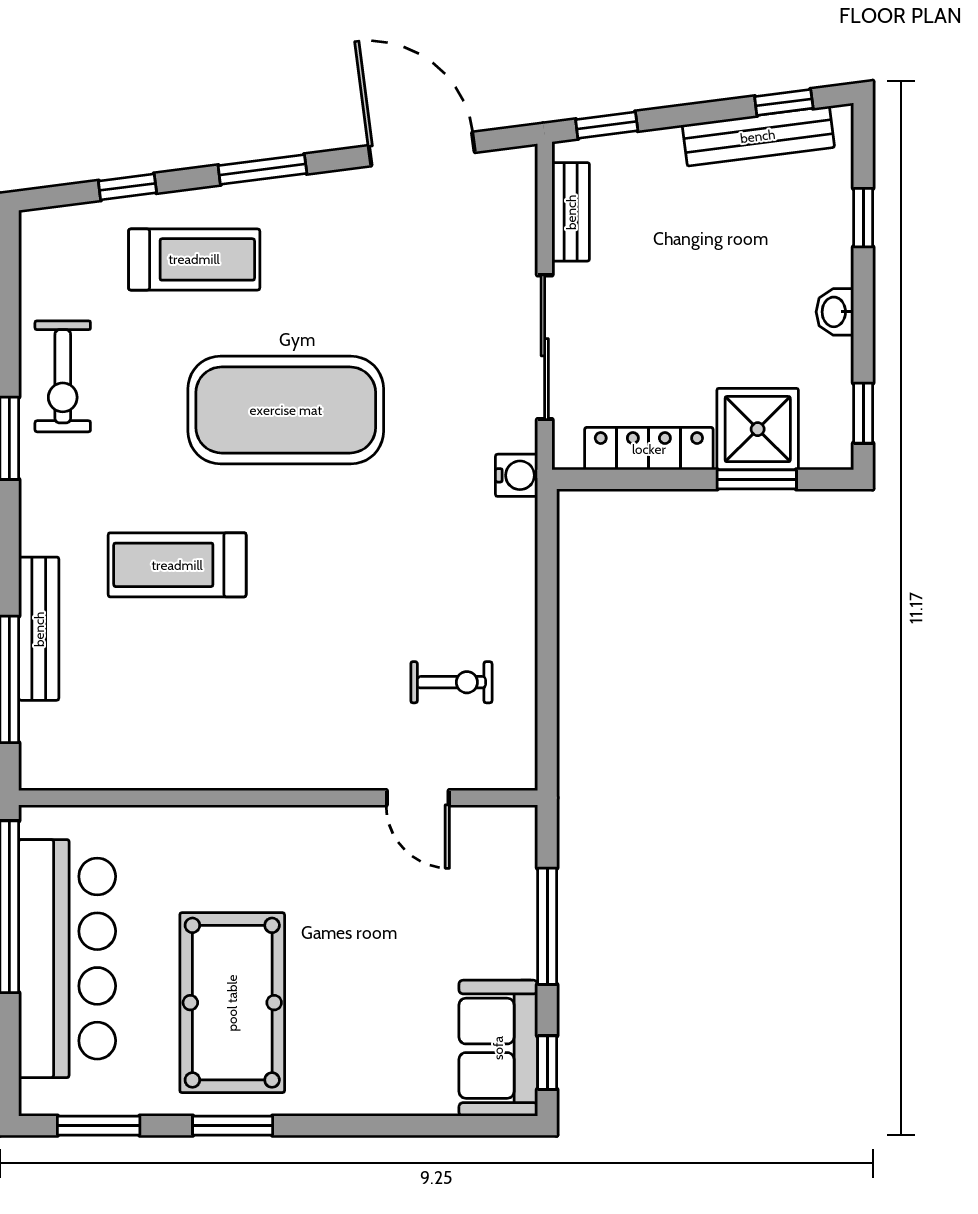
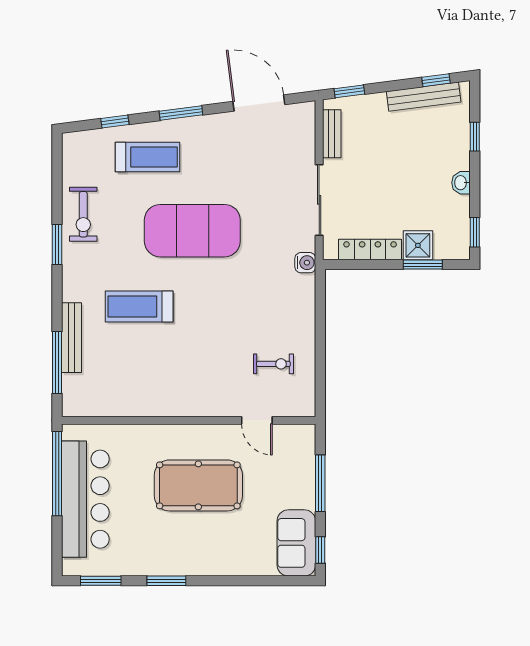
shower: (758, 429) -> (418, 245), width x0.73, depth x0.73
pool table: (232, 1003) -> (198, 485), moved, turned 90

